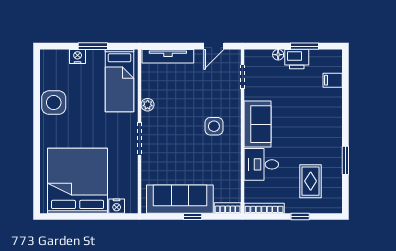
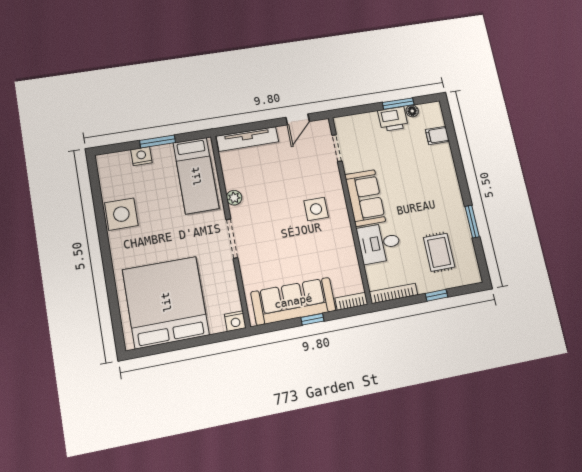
floor lamp: (278, 55) -> (412, 111), moved
nightstand: (117, 206) -> (235, 321), moved

